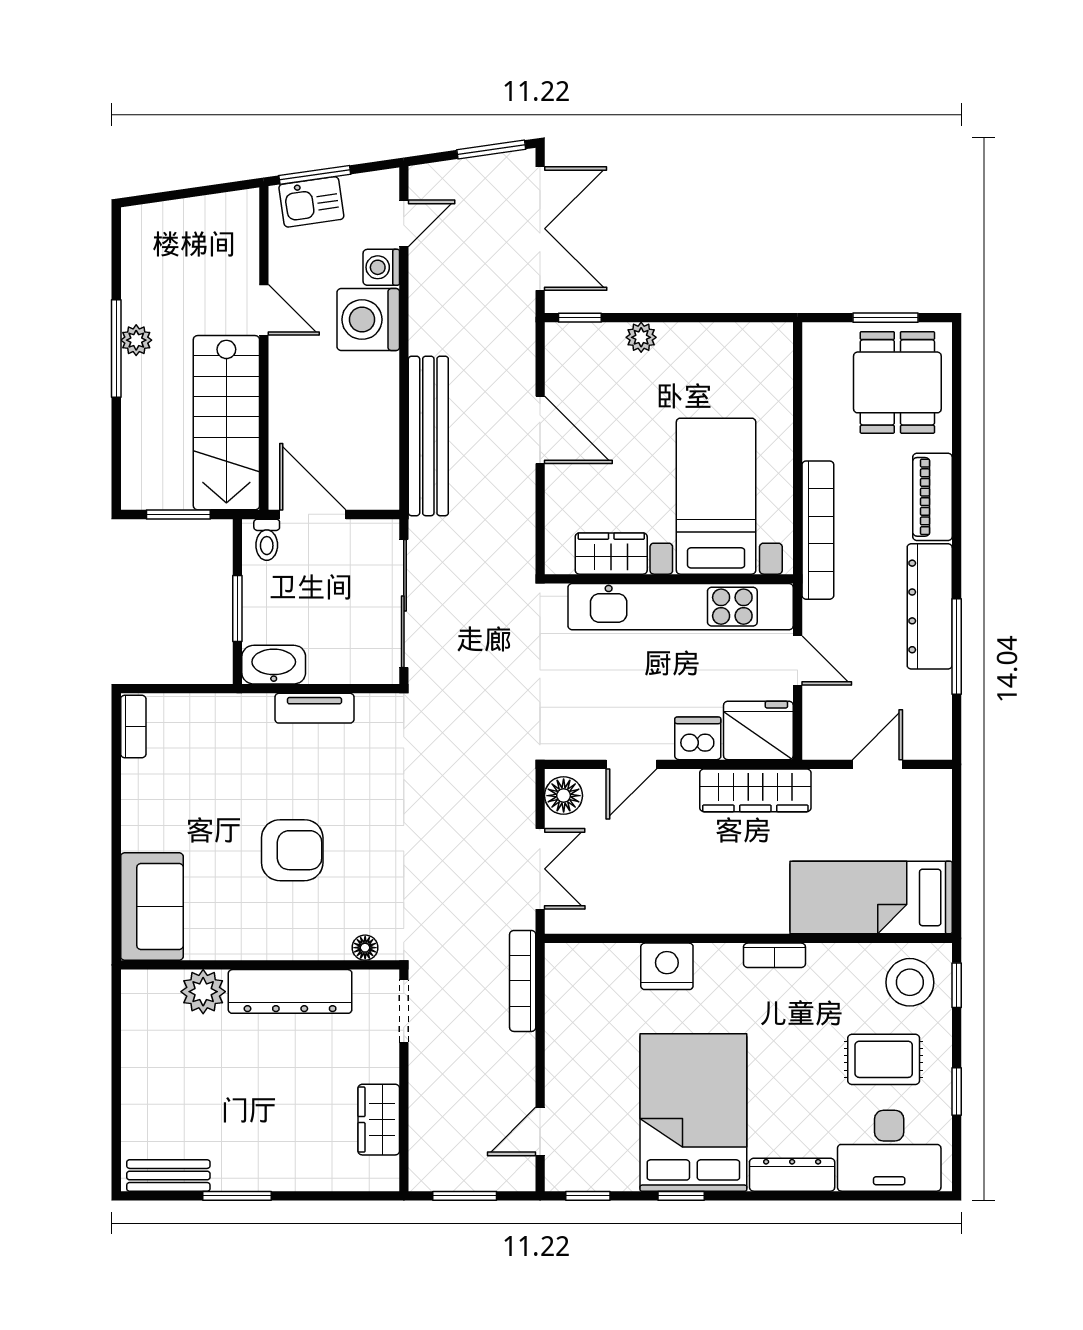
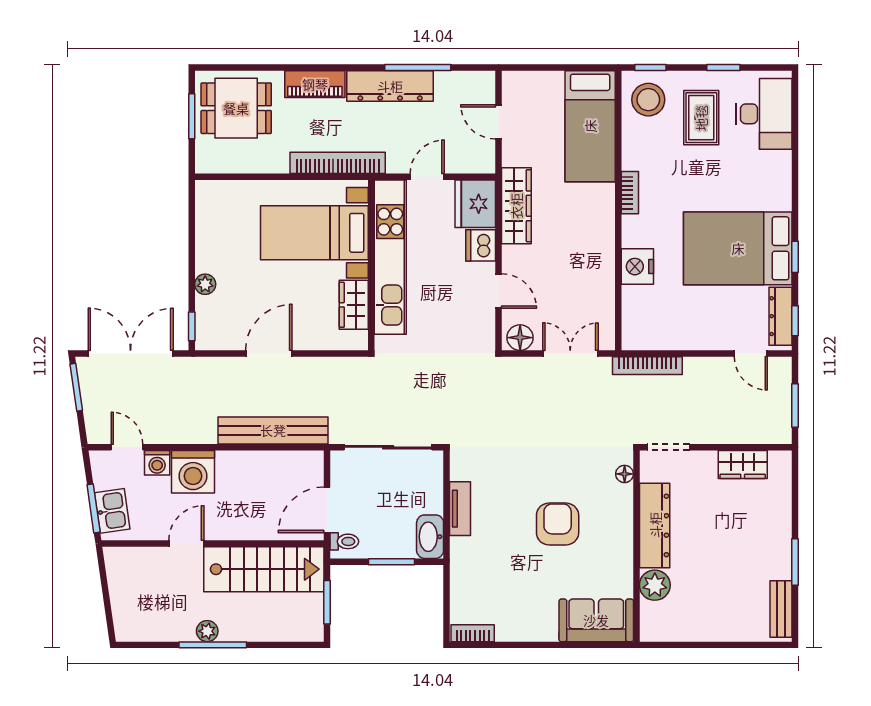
dresser: (792, 1175) -> (780, 316), moved

